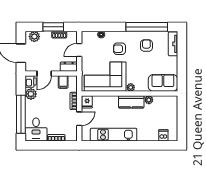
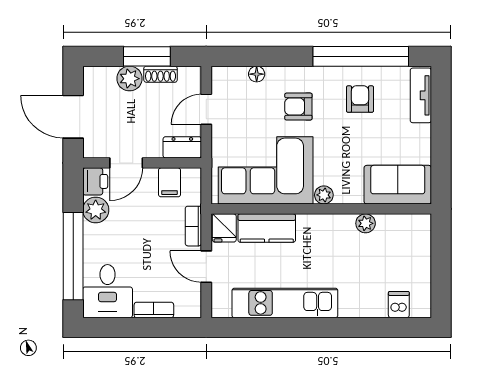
plant: (34, 37) -> (129, 79), moved
kitchen counter: (131, 102) -> (267, 228), moved
door: (79, 119) -> (206, 267), swing flipped

